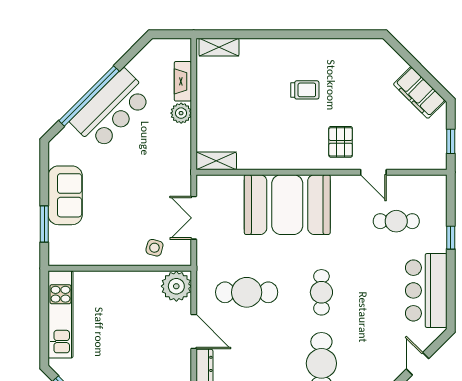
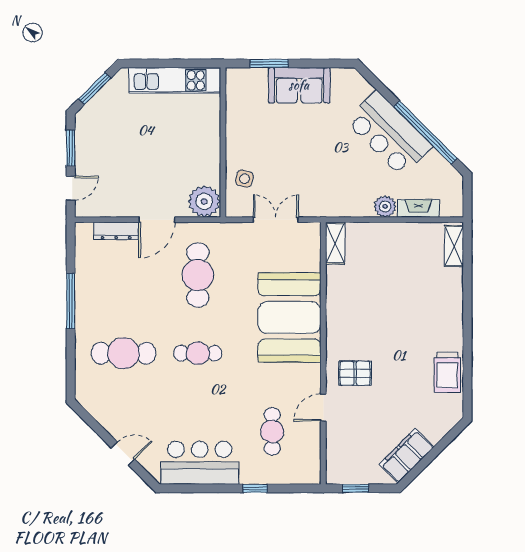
trolley: (305, 90) -> (447, 372), moved, width x1.36, depth x1.39
window: (89, 96) -> (425, 132), moved

